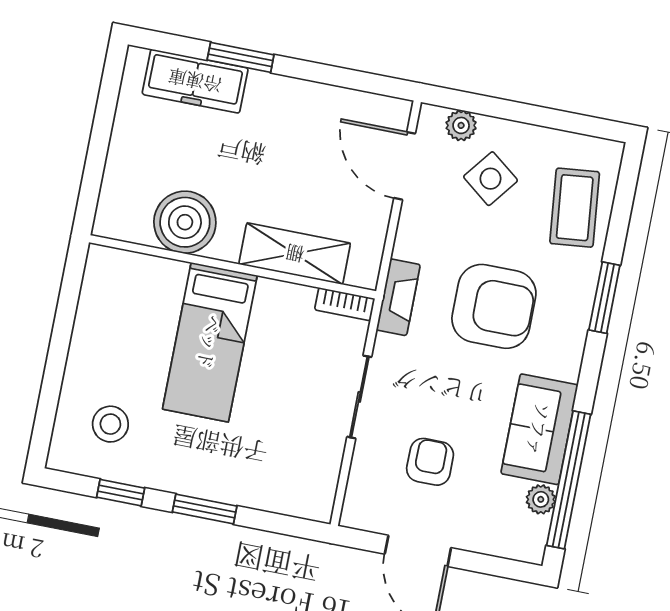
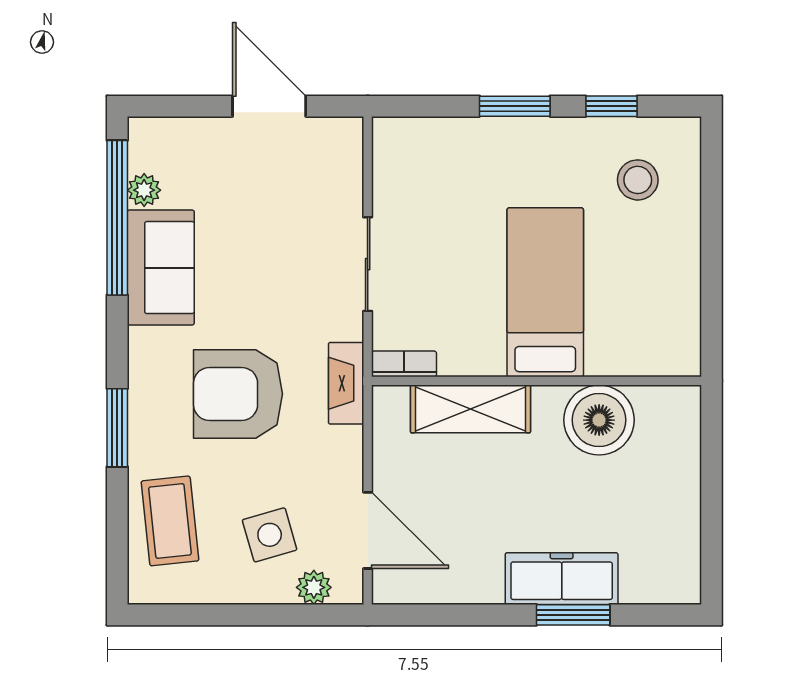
freezer: (195, 81) -> (562, 579), moved
side table: (491, 179) -> (270, 535), turned 36
armchair: (430, 462) -> (275, 208), removed

